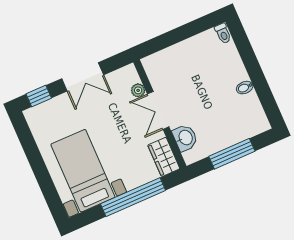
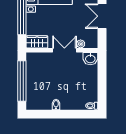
washbasin: (185, 138) -> (90, 59), moved
window: (232, 154) -> (22, 81), width x1.46

